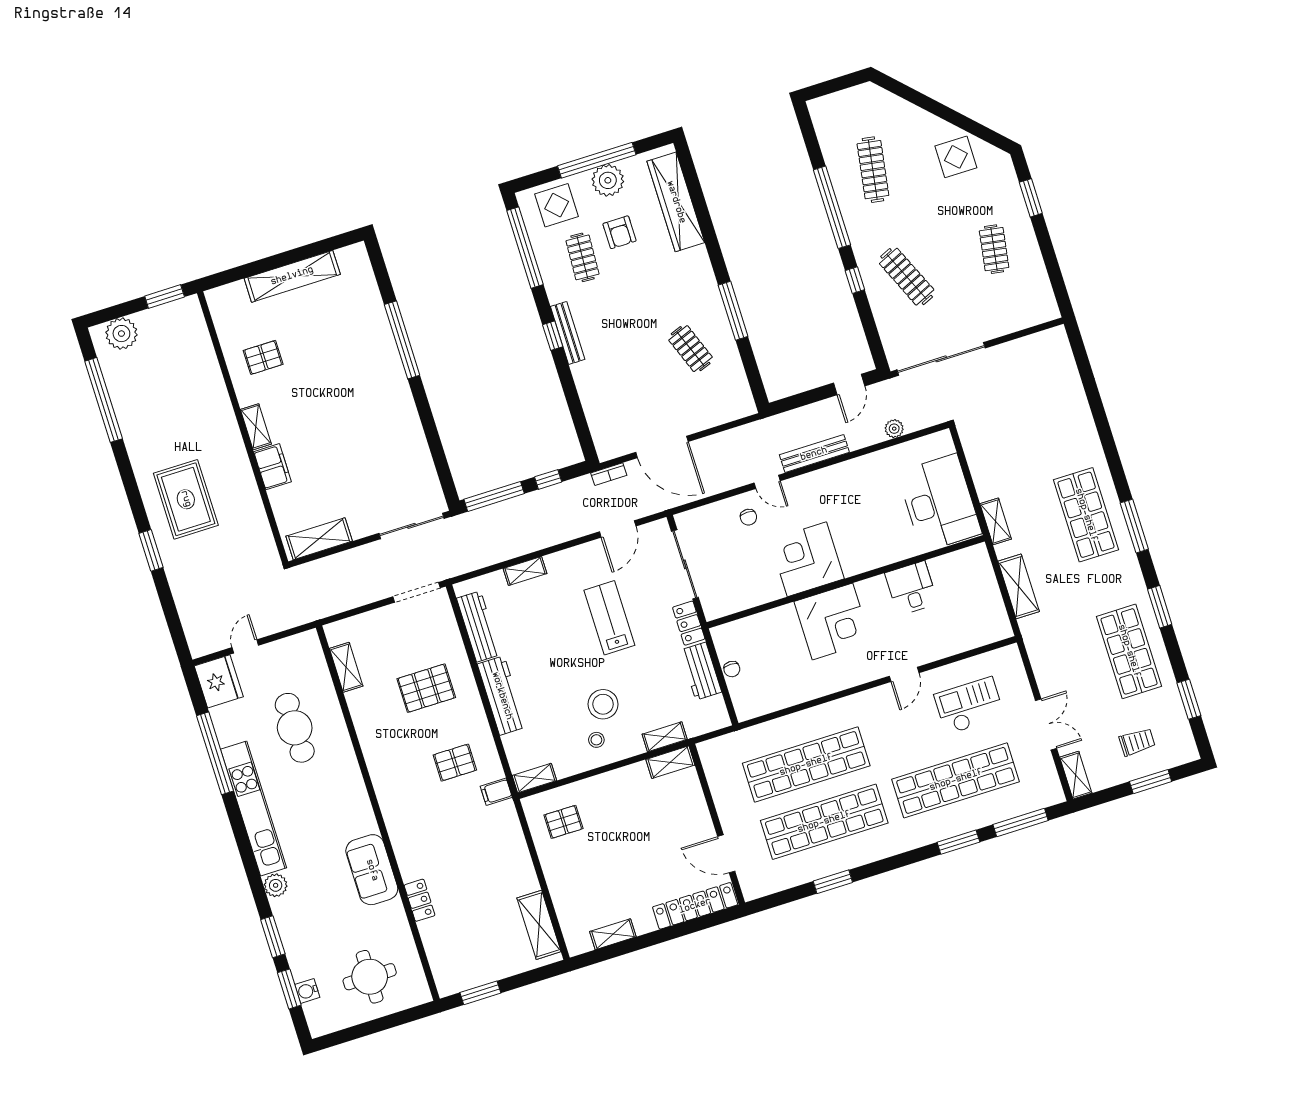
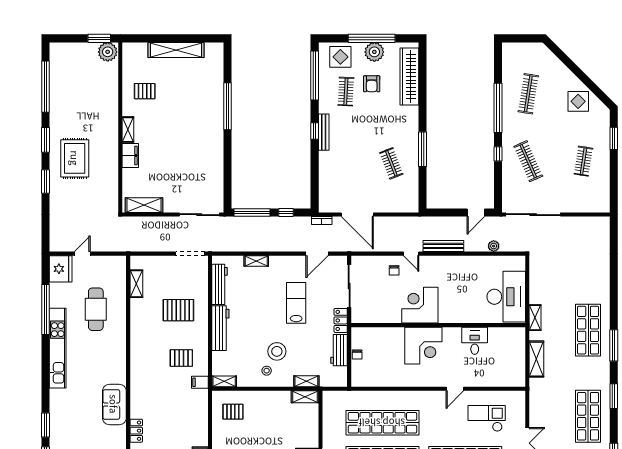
plant: (121, 334) -> (108, 52), moved
window: (130, 484) -> (45, 140), added
plant: (276, 885) -> (56, 396), removed

